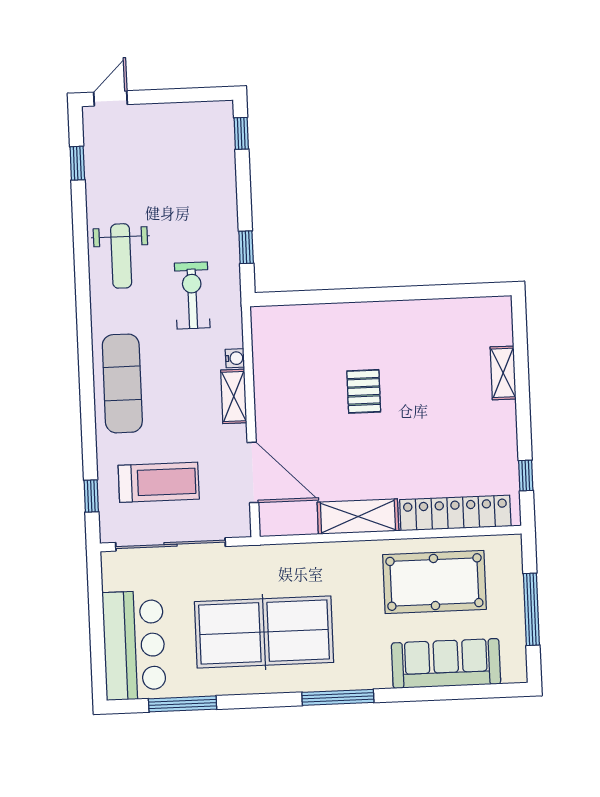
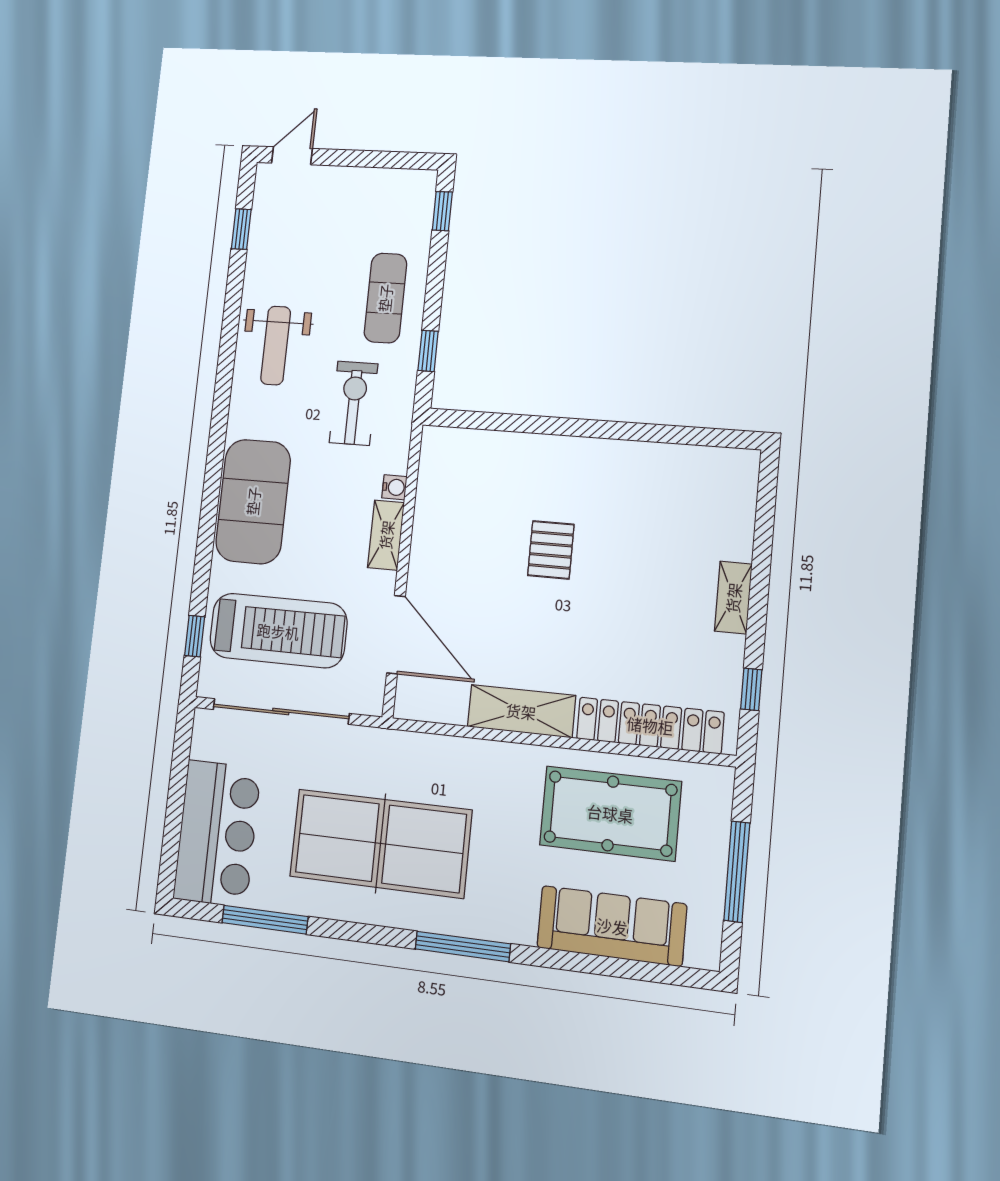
exercise mat: (205, 208) -> (385, 298), added
shelving: (503, 373) -> (733, 598), moved
exercise mat: (122, 383) -> (253, 501), width x1.47
treadmill: (159, 482) -> (278, 631), width x1.37, depth x1.38

